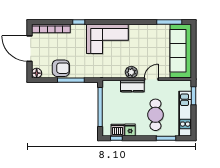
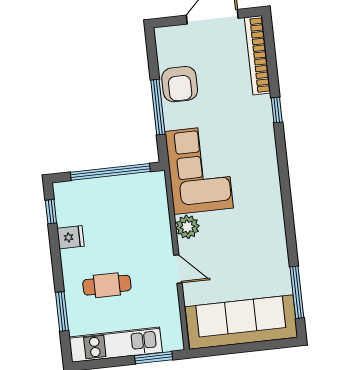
corner sofa: (107, 39) -> (199, 170), moved, turned 180
floor lamp: (37, 73) -> (164, 36), removed
kitchen counter: (132, 86) -> (160, 232), removed
cafe table: (155, 115) -> (107, 285), width x0.73, depth x0.74
dishwasher: (118, 130) -> (67, 212), removed

